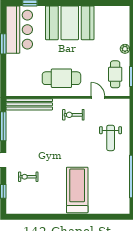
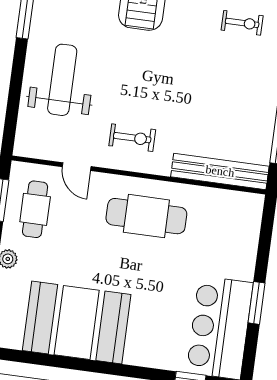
booth: (70, 23) -> (77, 323), moved
weight bench: (111, 138) -> (62, 80), width x1.36, depth x1.33

